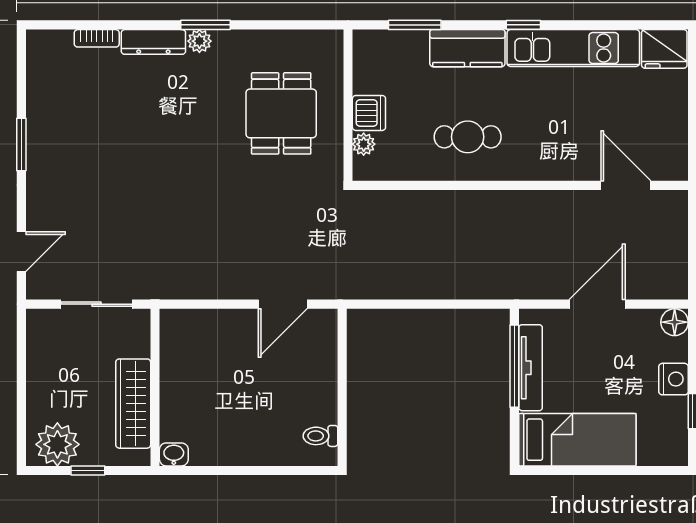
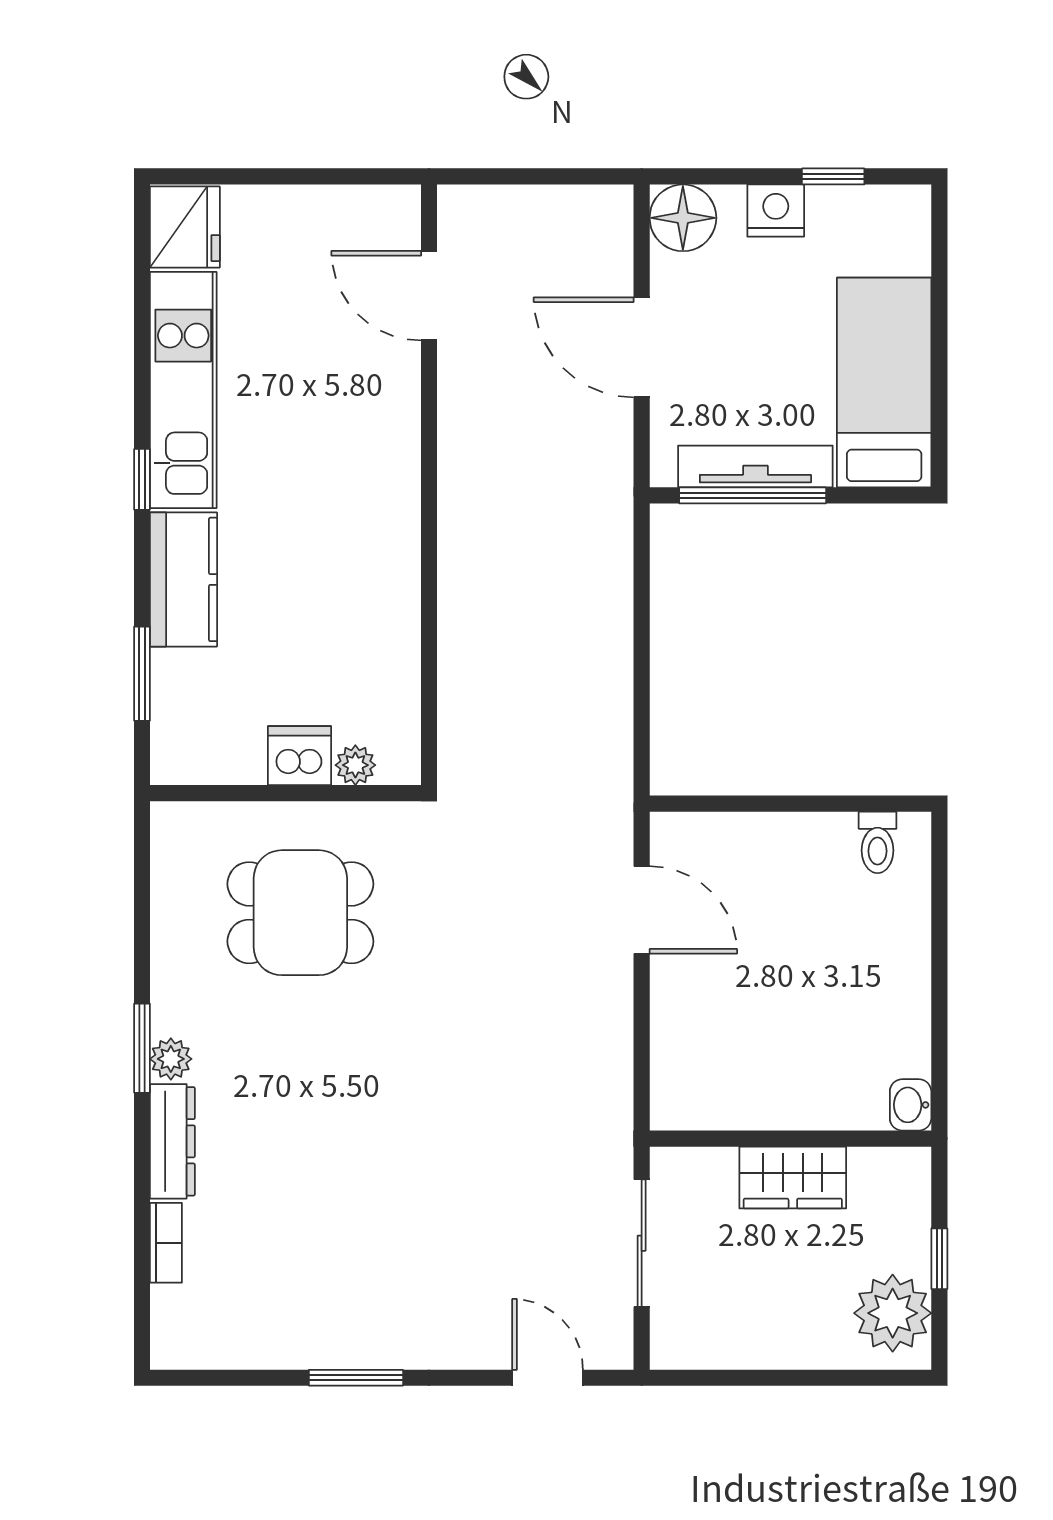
cafe table: (468, 137) -> (342, 579), removed
door: (626, 185) -> (429, 296), hinge flipped
floor lamp: (675, 322) -> (683, 218), width x1.38, depth x1.38
wardrobe: (133, 404) -> (793, 1177), width x0.67

